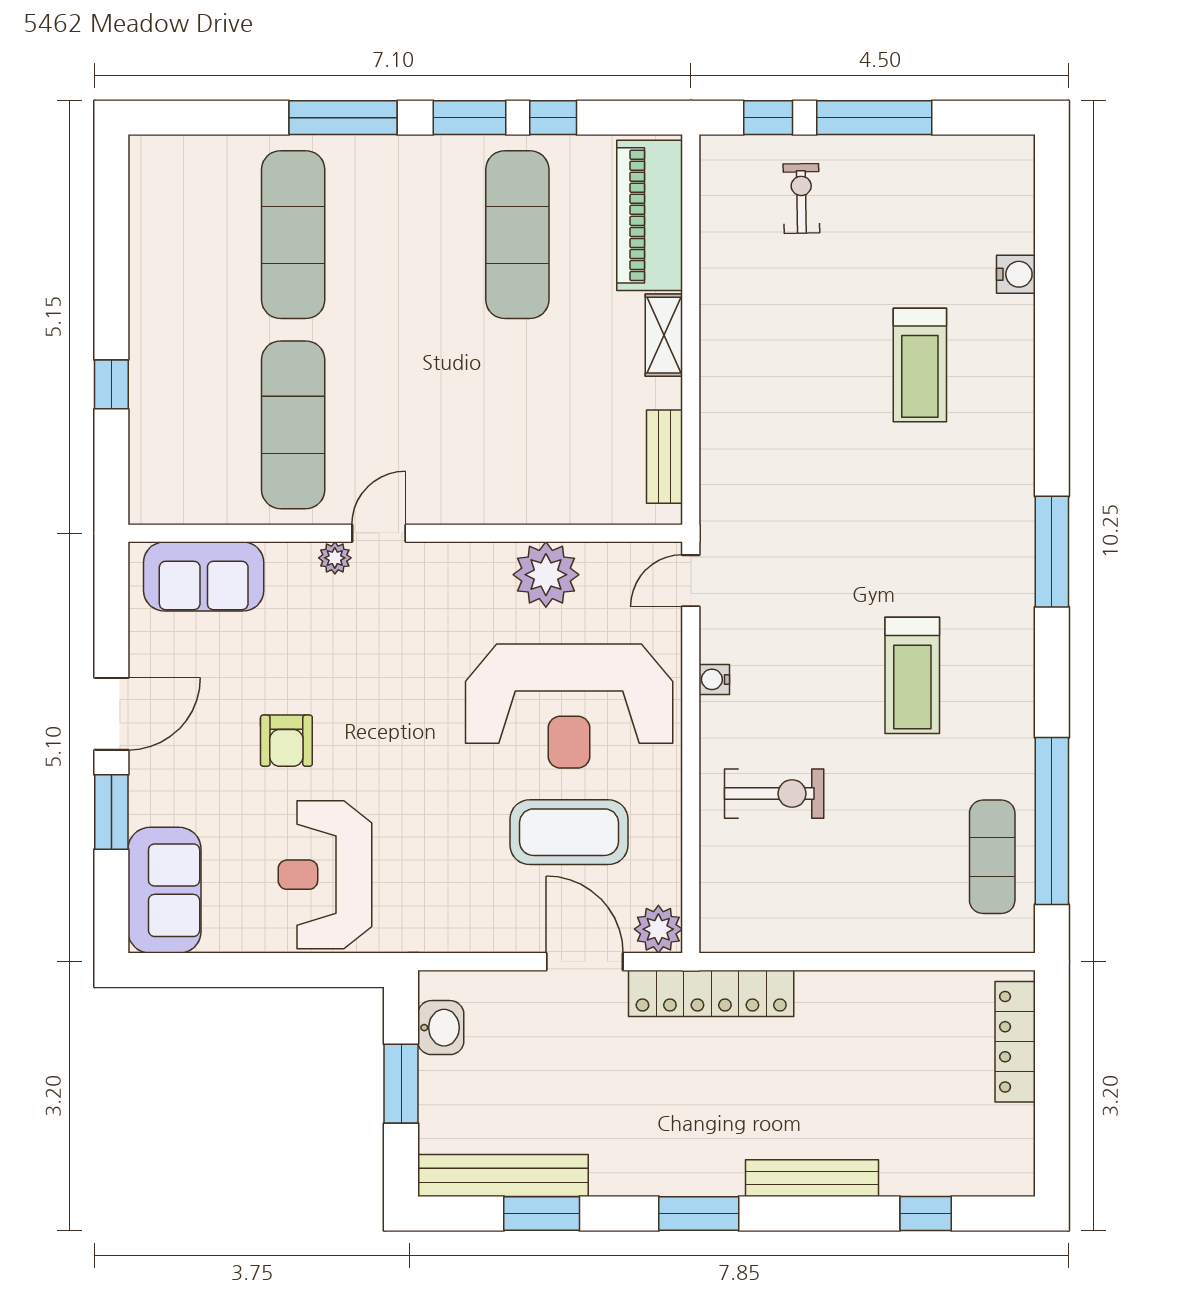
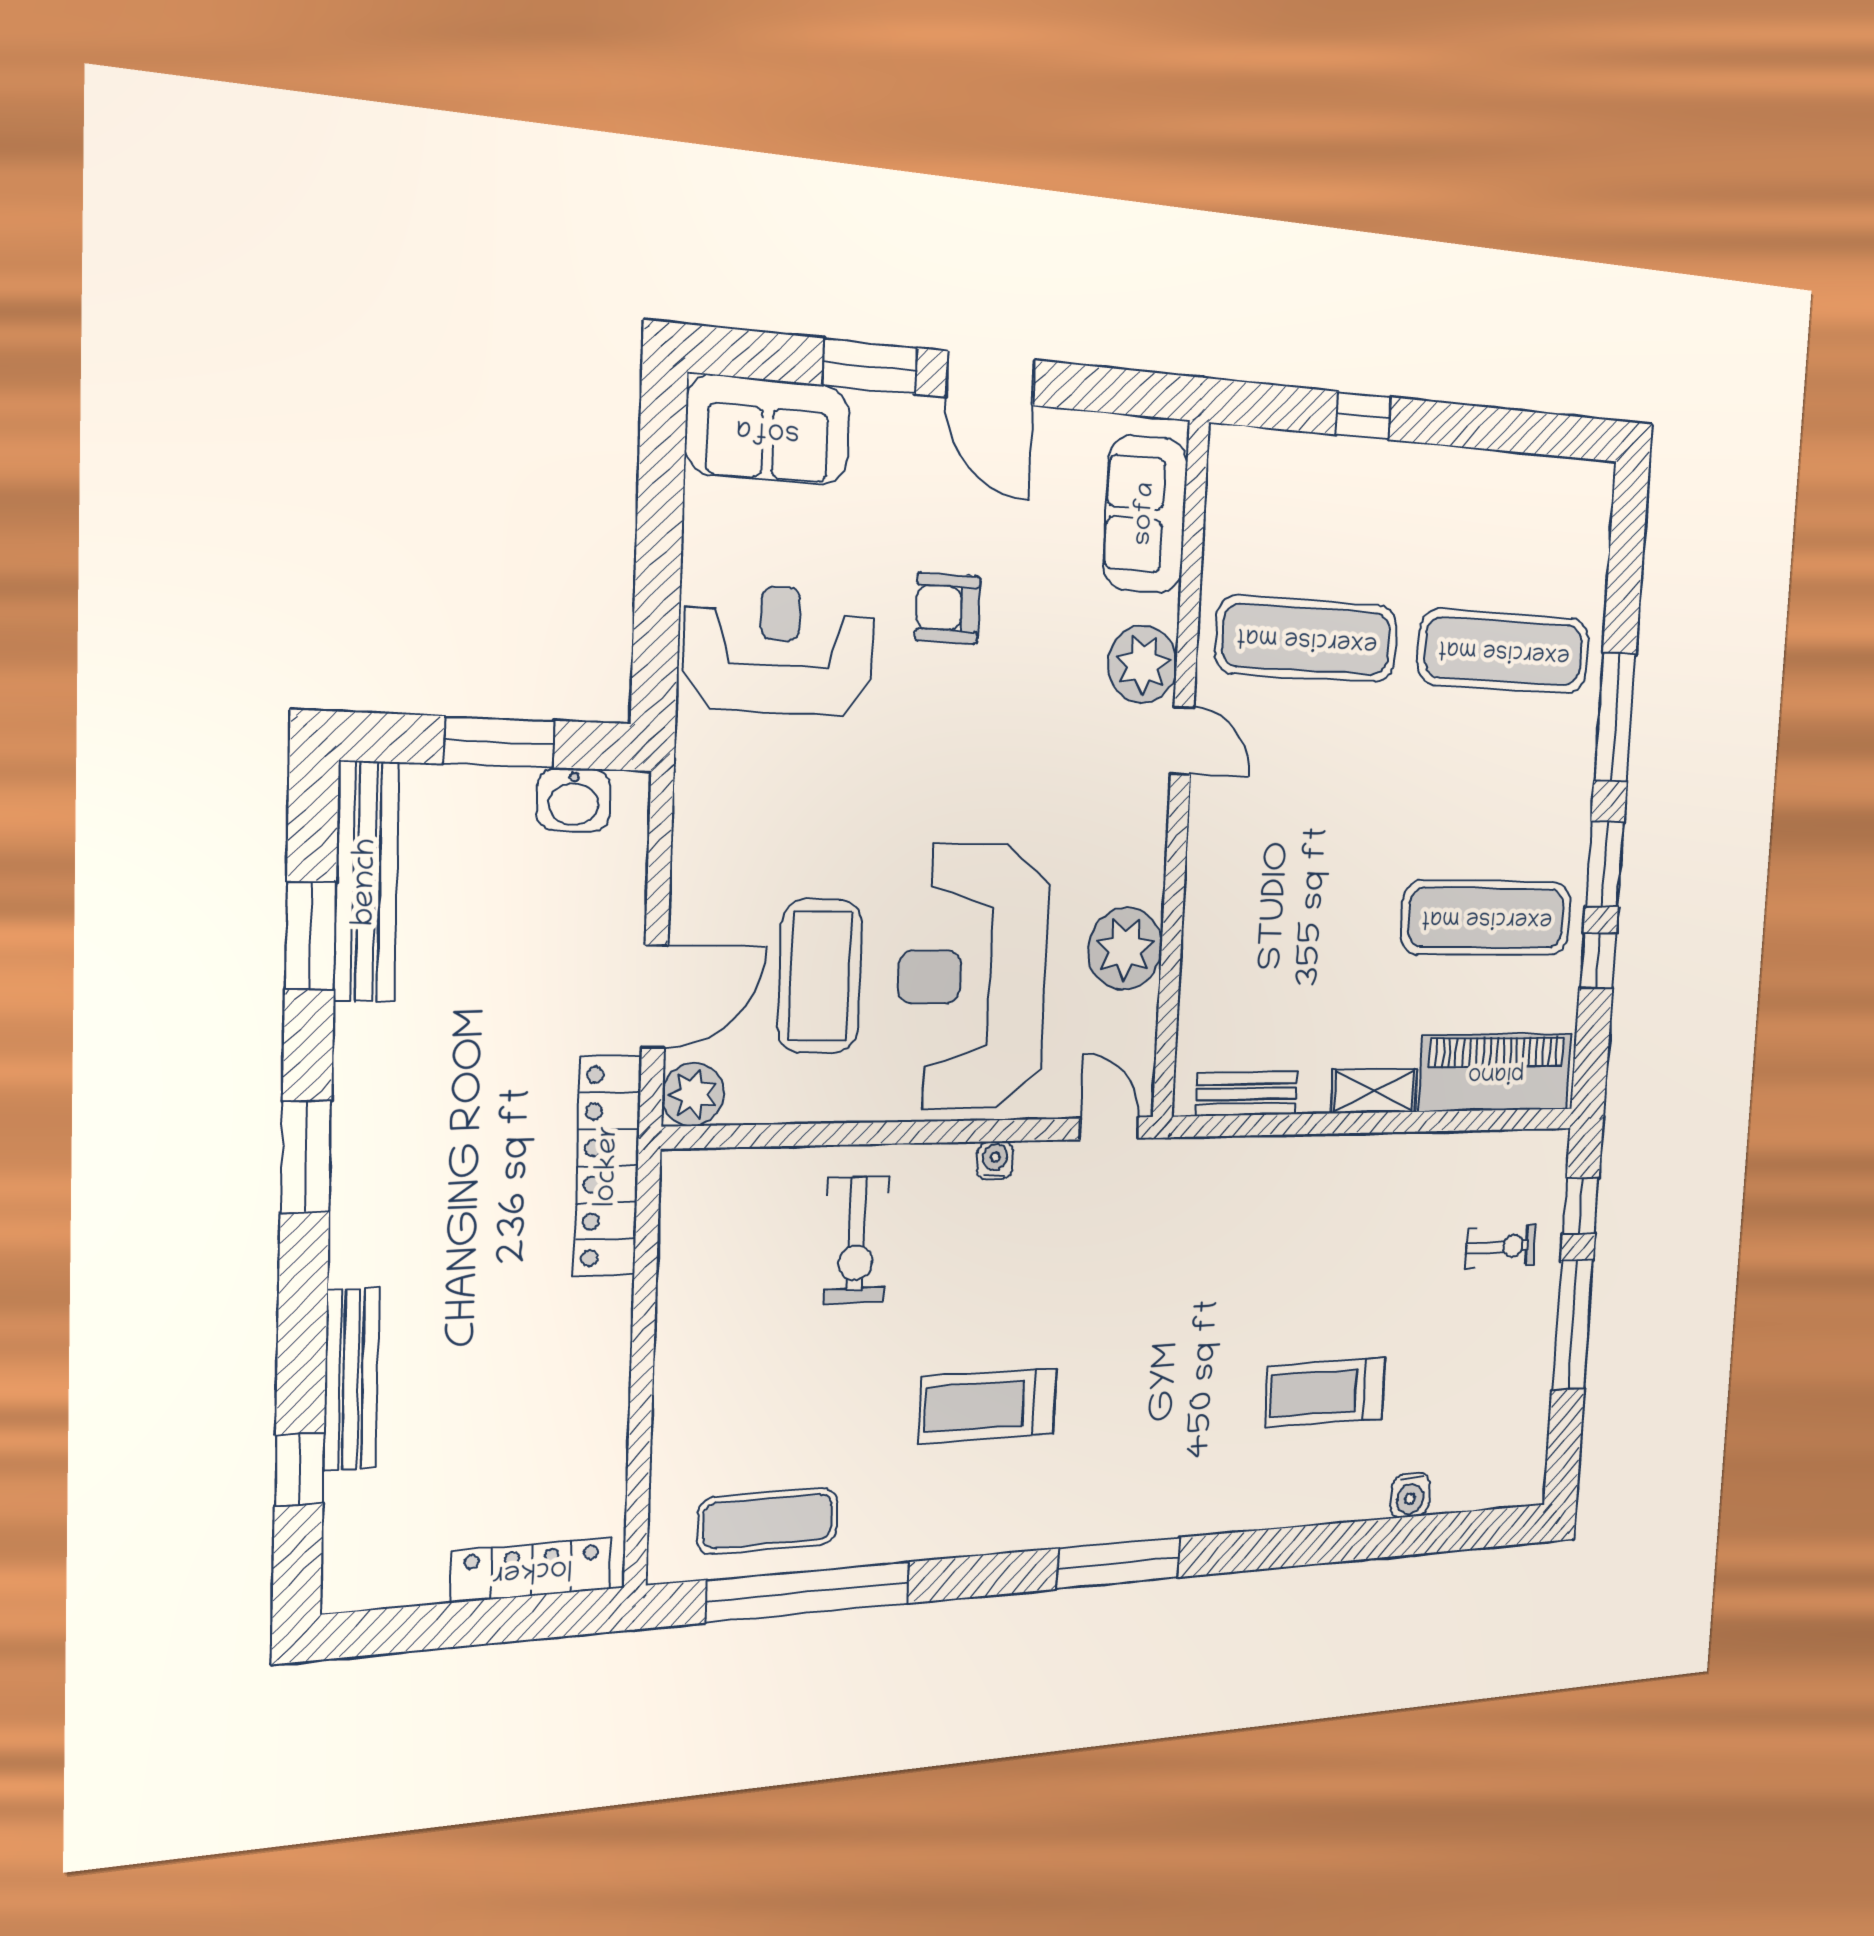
plant: (335, 558) -> (1143, 665), width x1.88, depth x1.88
bench: (812, 1178) -> (351, 1379), moved

